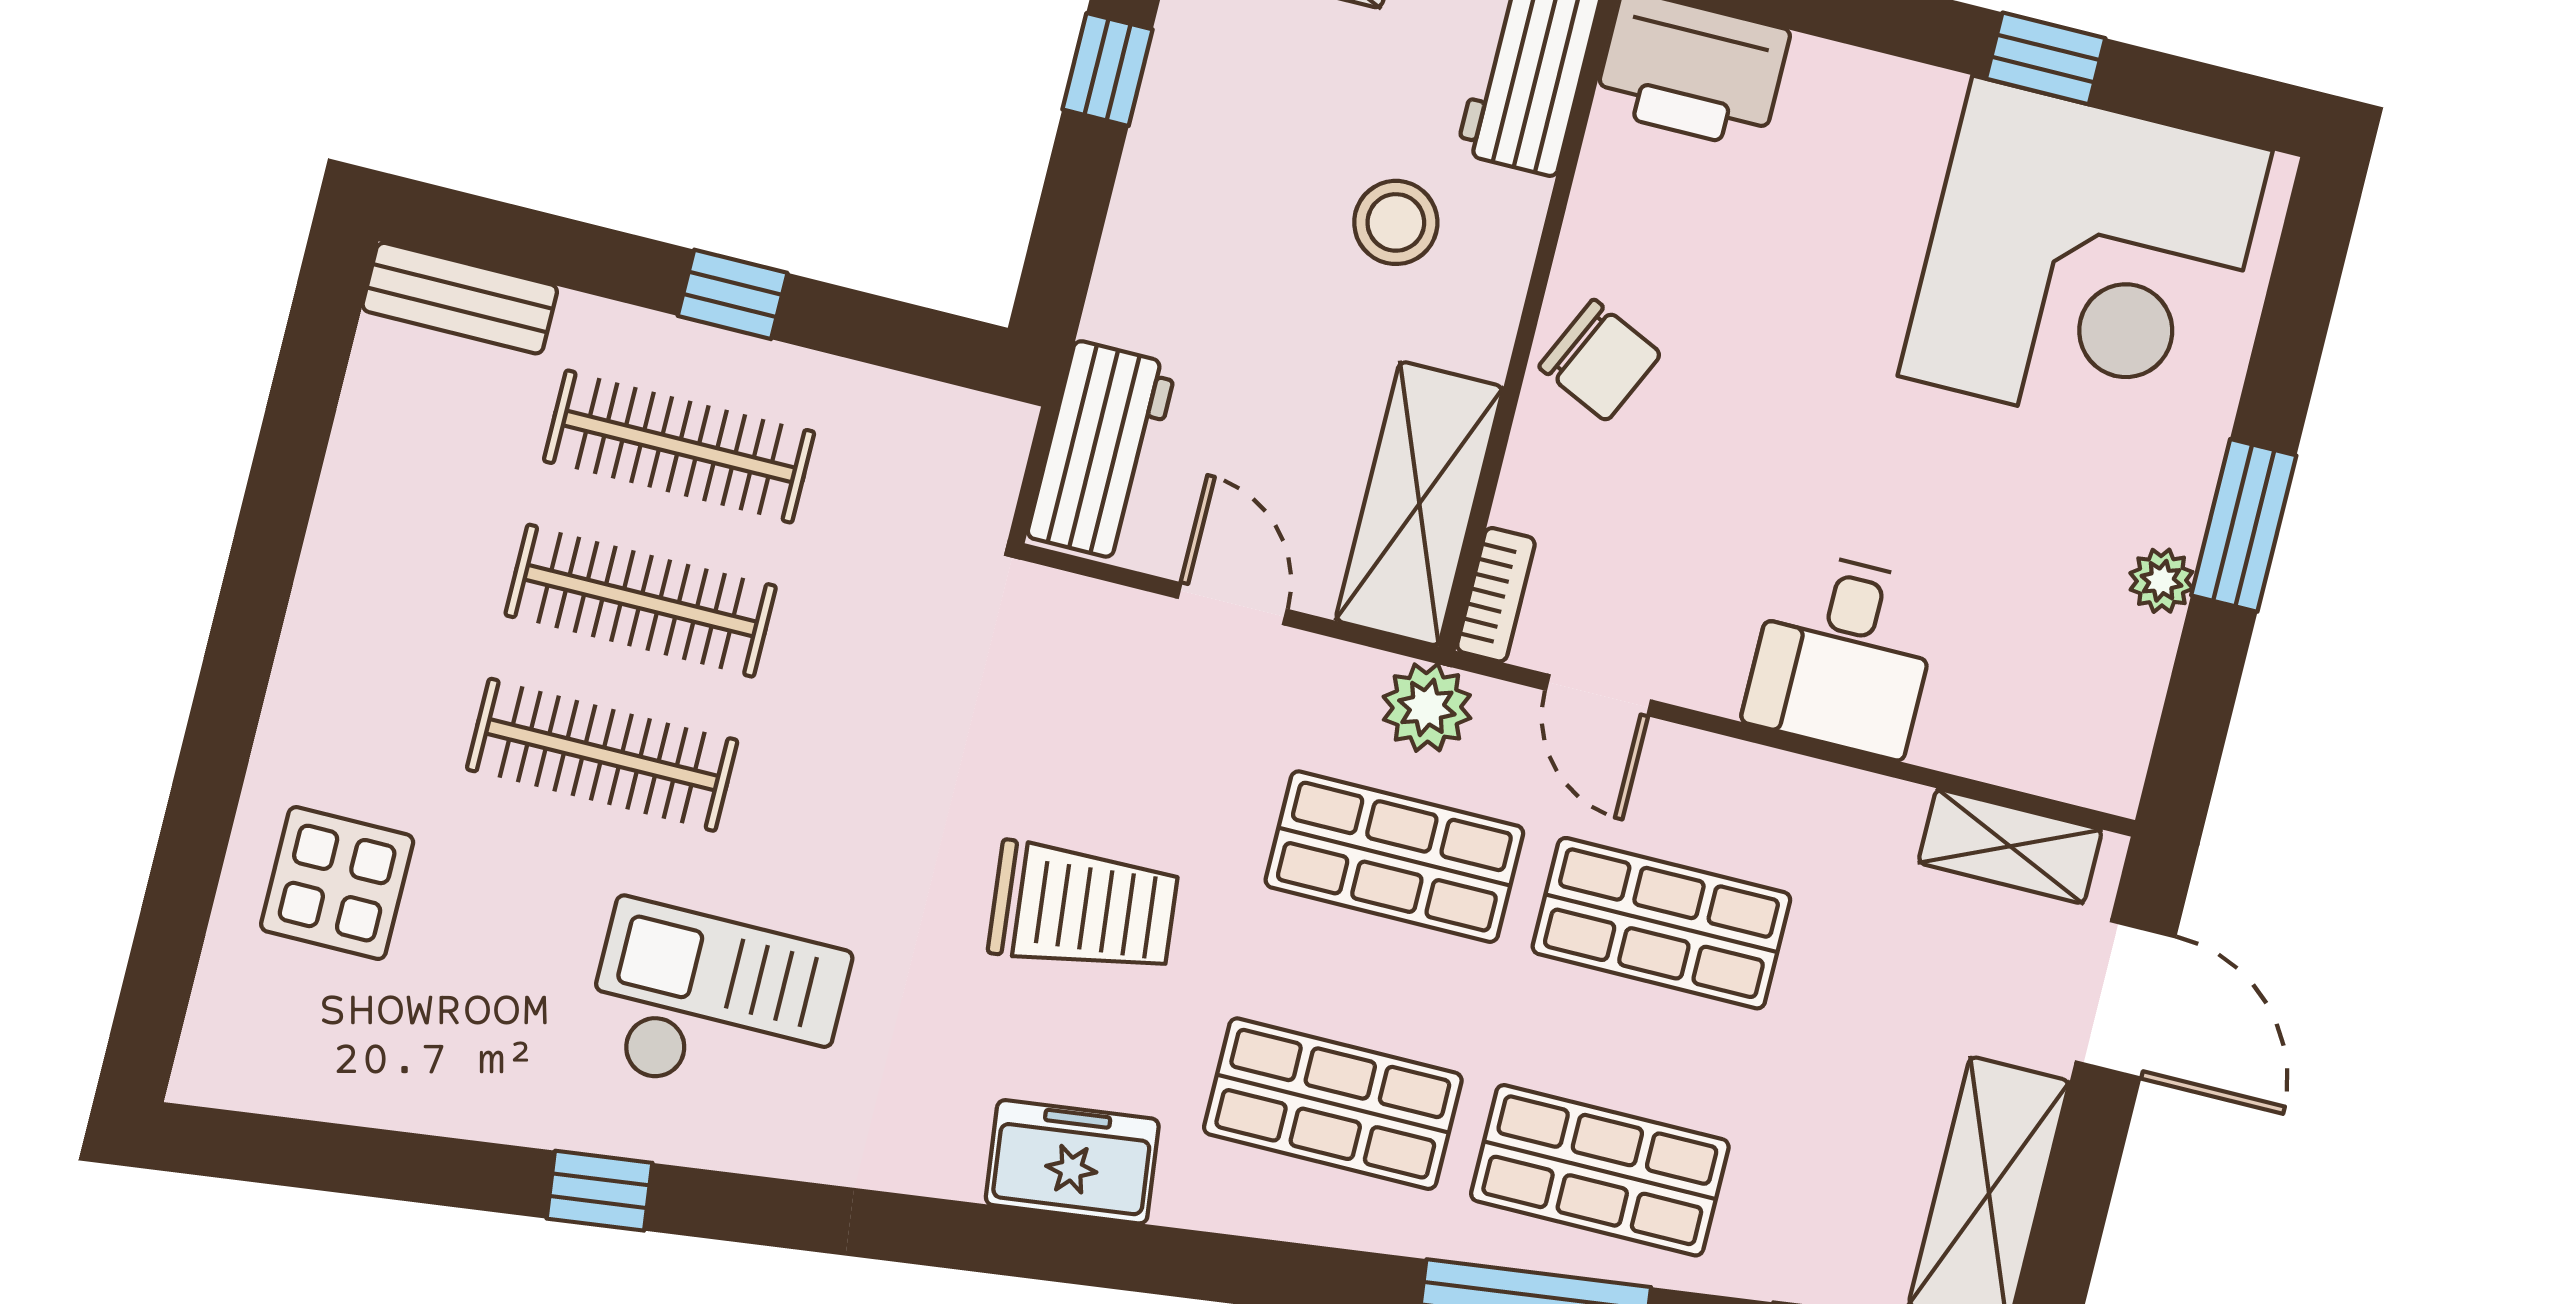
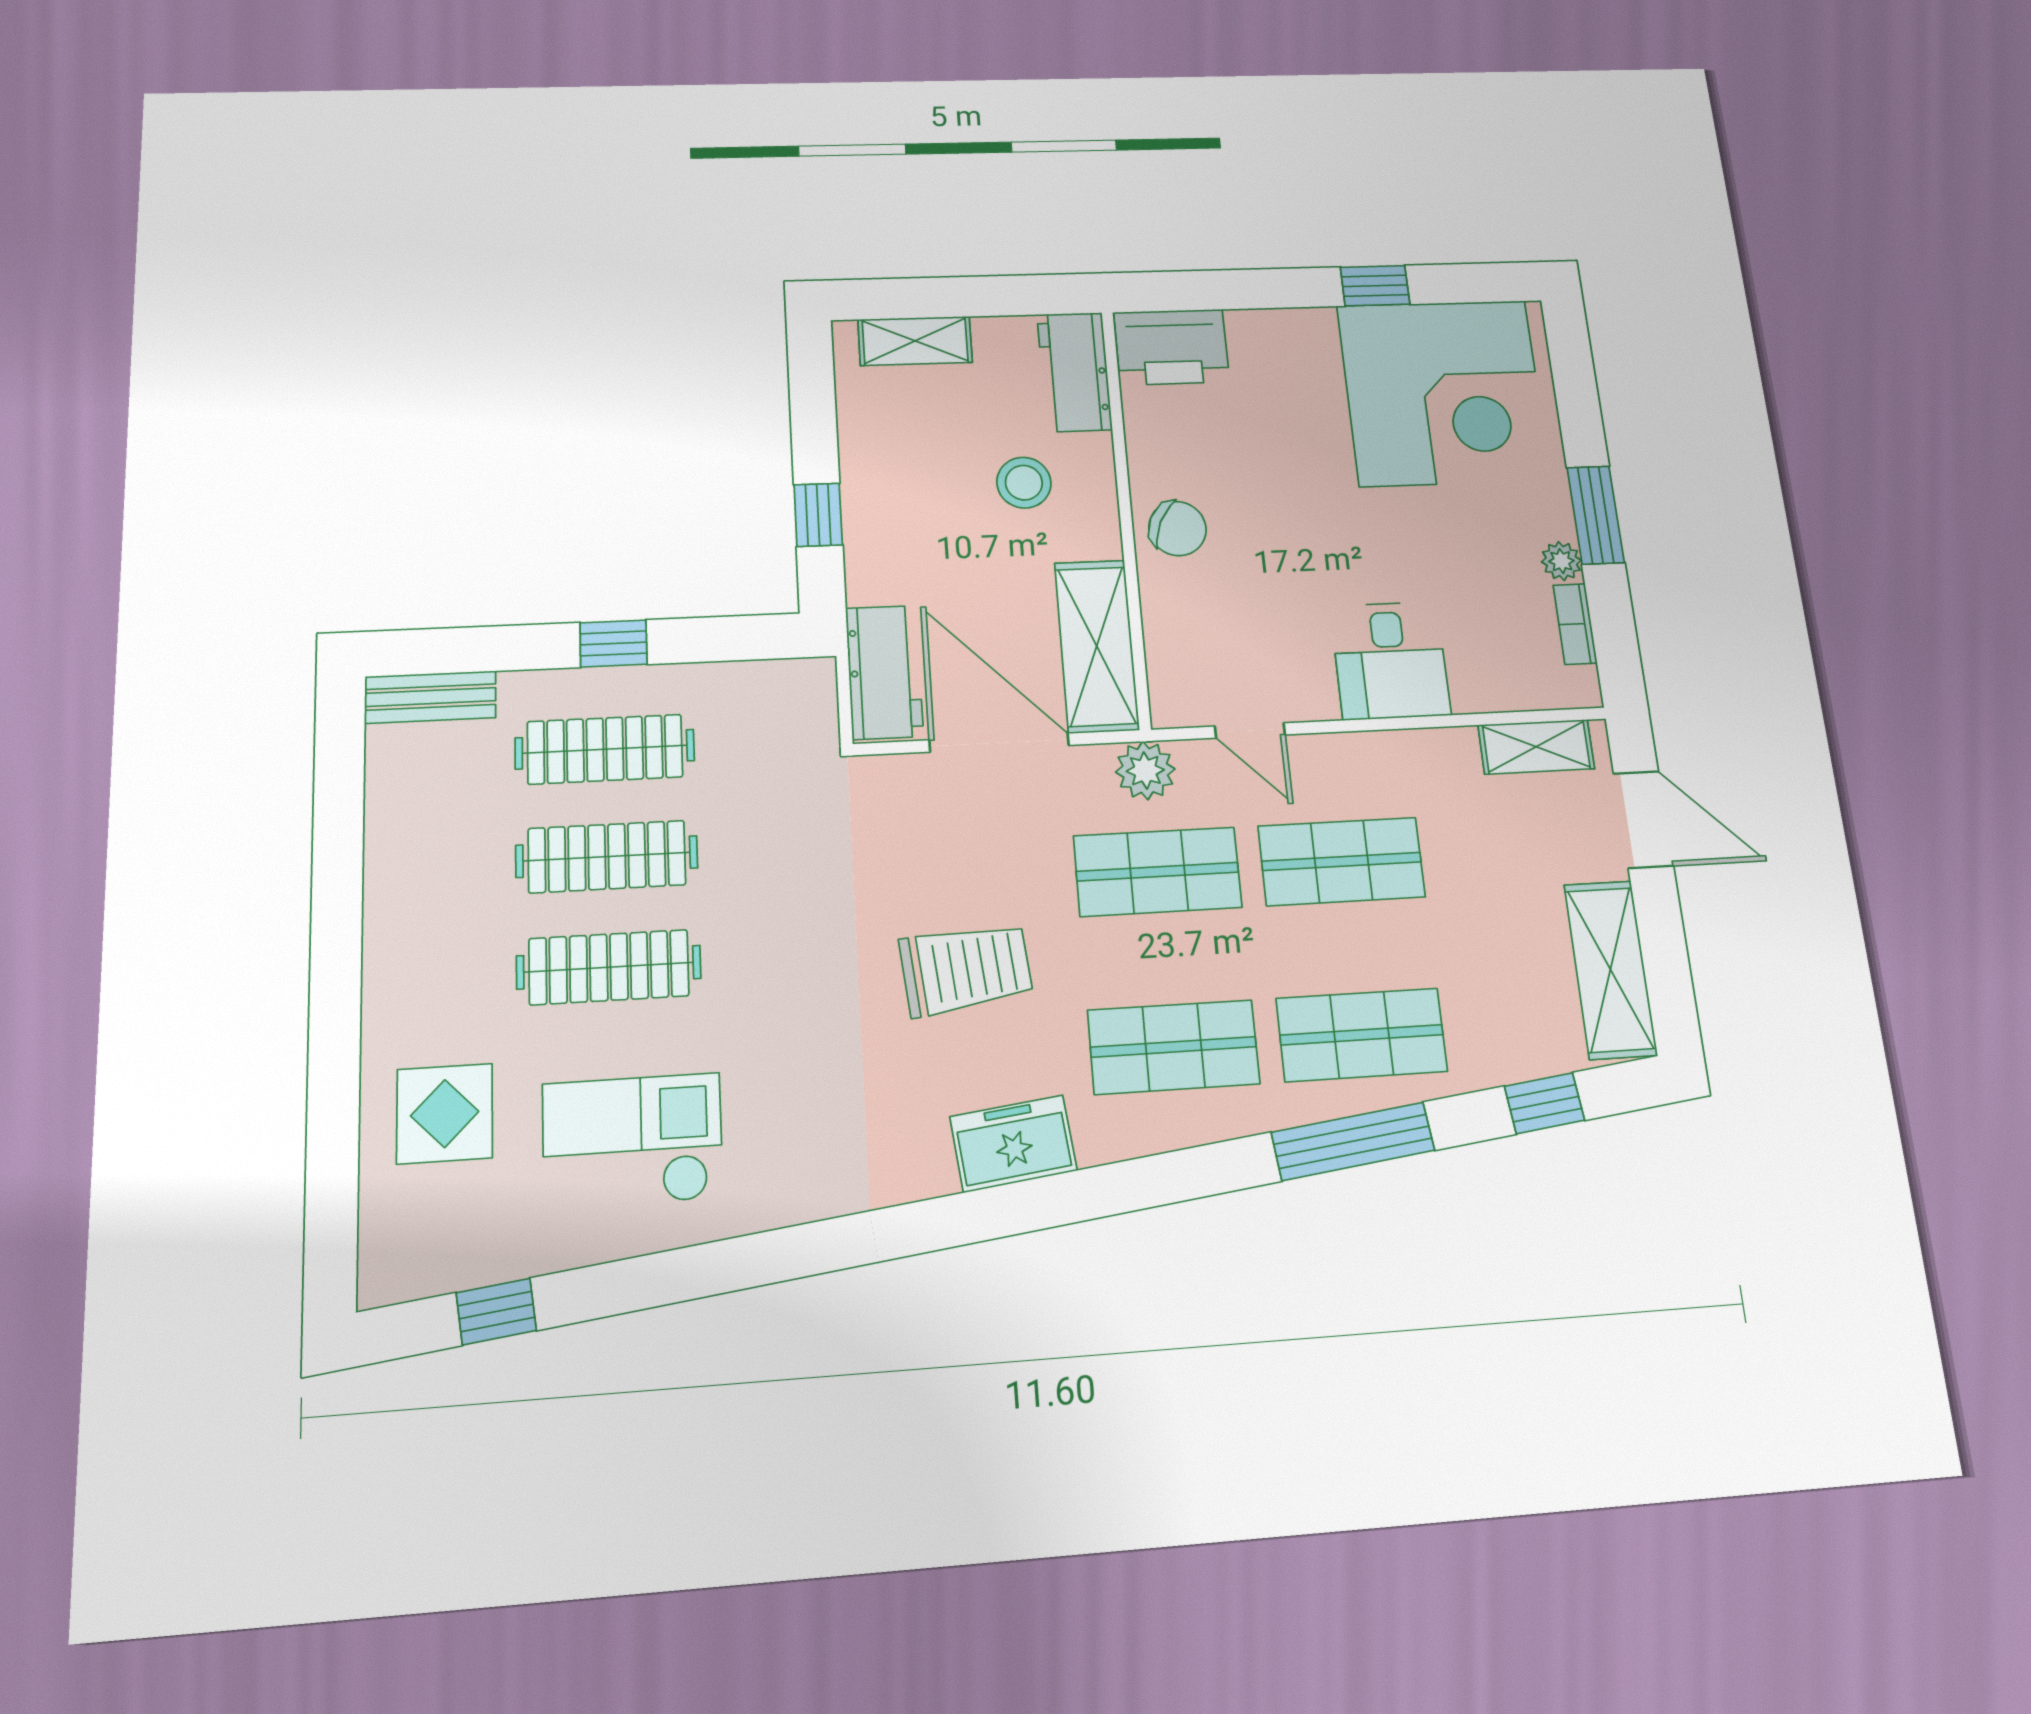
window: (1108, 69) -> (818, 515), moved
bookcase: (1496, 595) -> (1575, 624), moved, turned 180
door: (1232, 604) -> (999, 743), width x1.87
checkout: (716, 1006) -> (633, 1141), moved
window: (599, 1191) -> (496, 1312), moved

